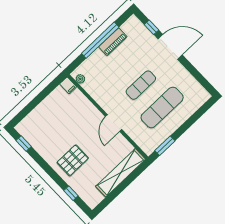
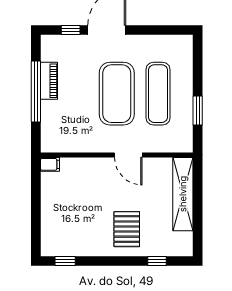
plant: (80, 79) -> (55, 147), removed
exercise mat: (141, 85) -> (117, 94), width x2.00, depth x1.45
window: (165, 146) -> (198, 110), moved

